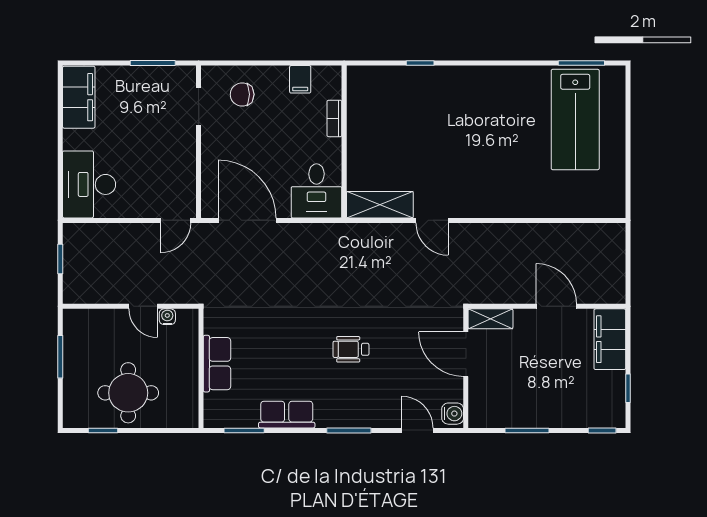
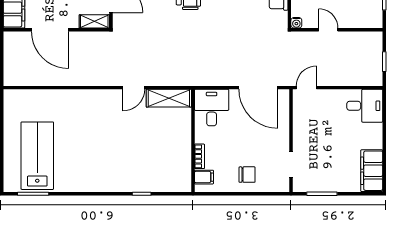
filing cabinet: (300, 79) -> (204, 177), moved, turned 90
chair: (242, 94) -> (247, 175), moved
desk: (89, 184) -> (365, 106), width x0.73
door: (432, 220) -> (134, 88), swing flipped
door: (556, 306) -> (50, 30), width x1.36
water cooler: (167, 317) -> (296, 23), moved

